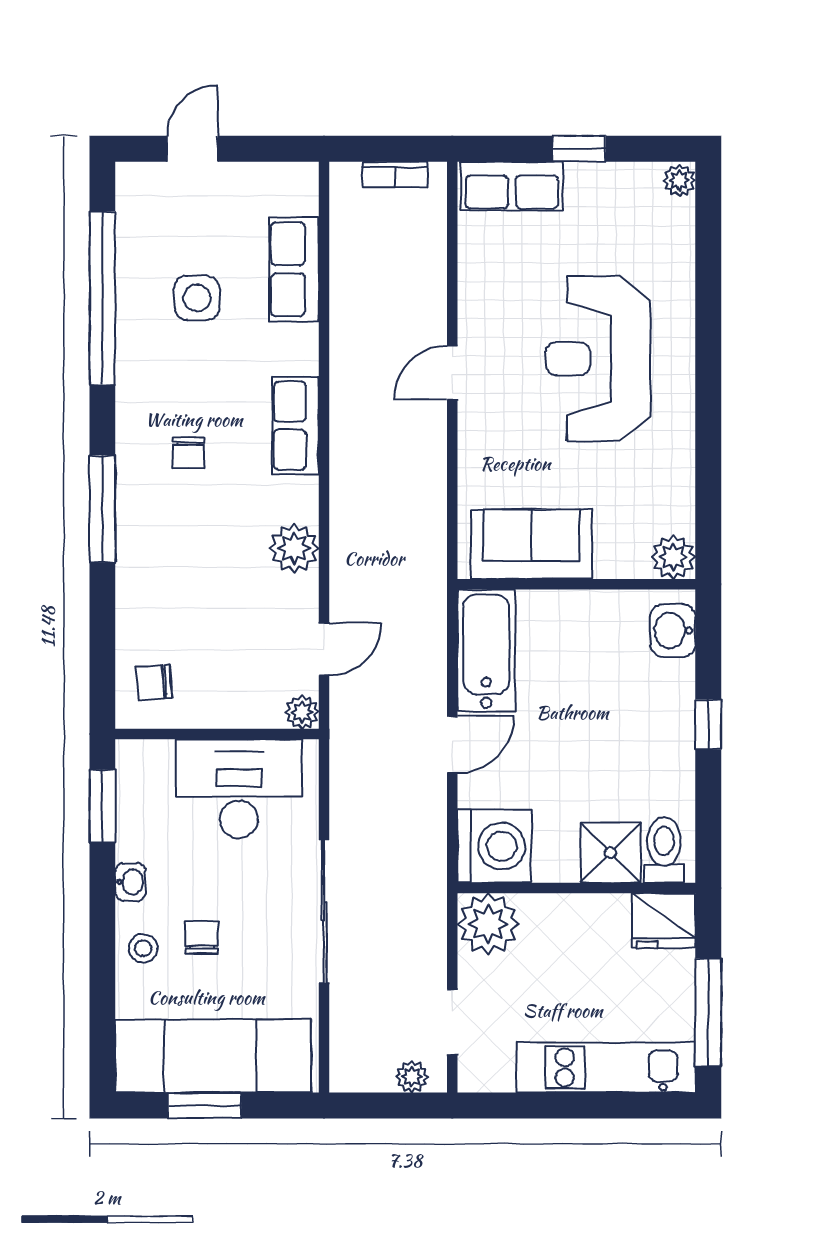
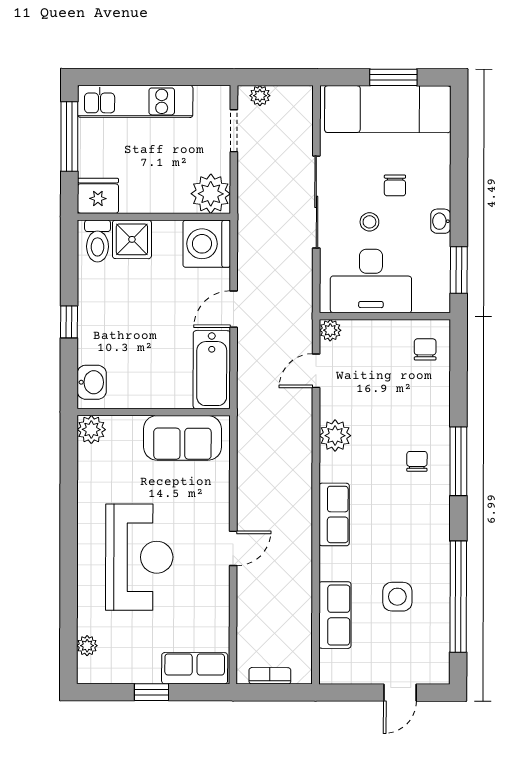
plant: (679, 180) -> (87, 646), moved
chair: (188, 453) -> (417, 461), moved
chair: (154, 682) -> (425, 349), turned -86
stool: (143, 948) -> (369, 222), moved

